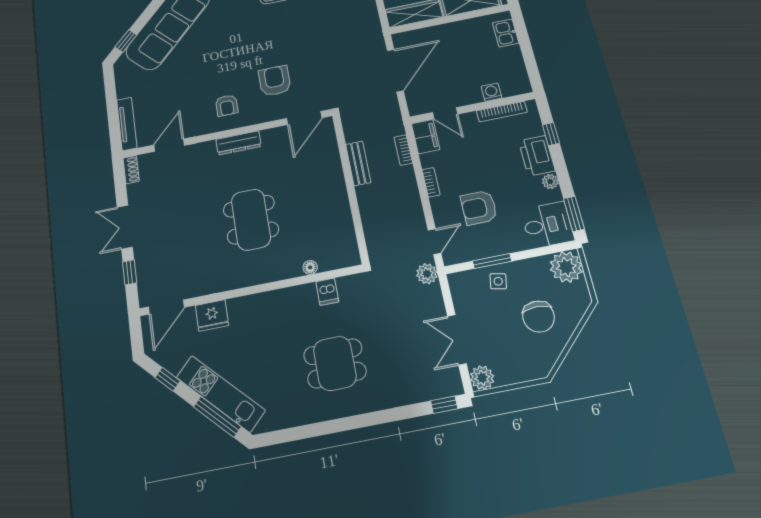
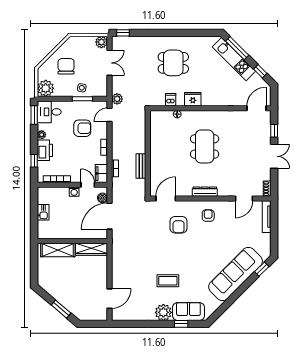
kitchen sink: (506, 33) -> (43, 212), moved
washing machine: (491, 92) -> (74, 192), moved
boiler: (414, 97) -> (102, 198), added
fridge: (212, 315) -> (193, 99), moved

